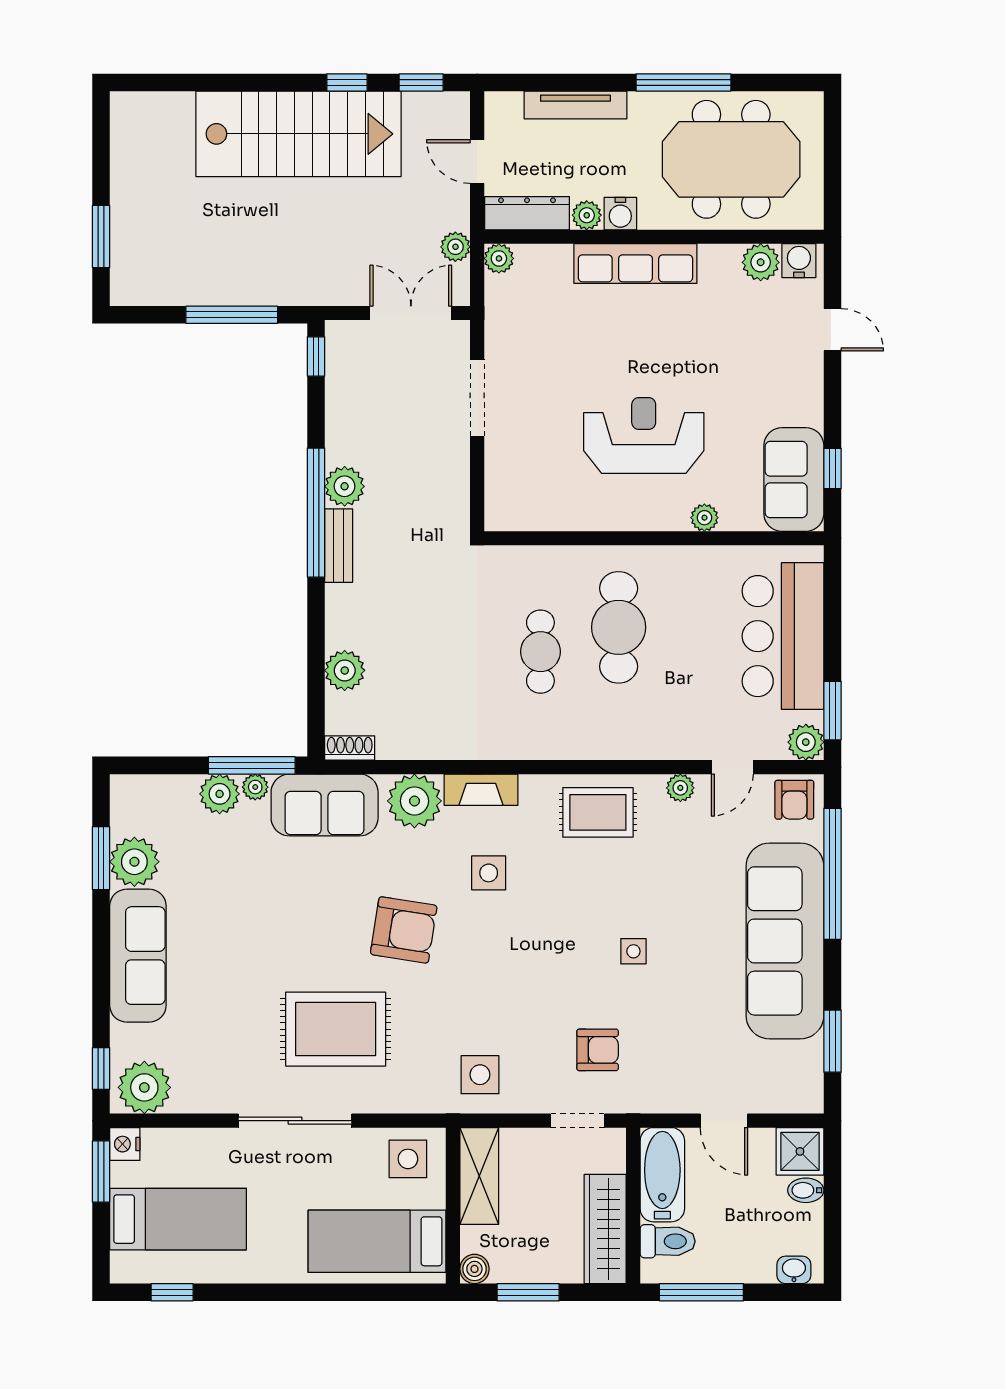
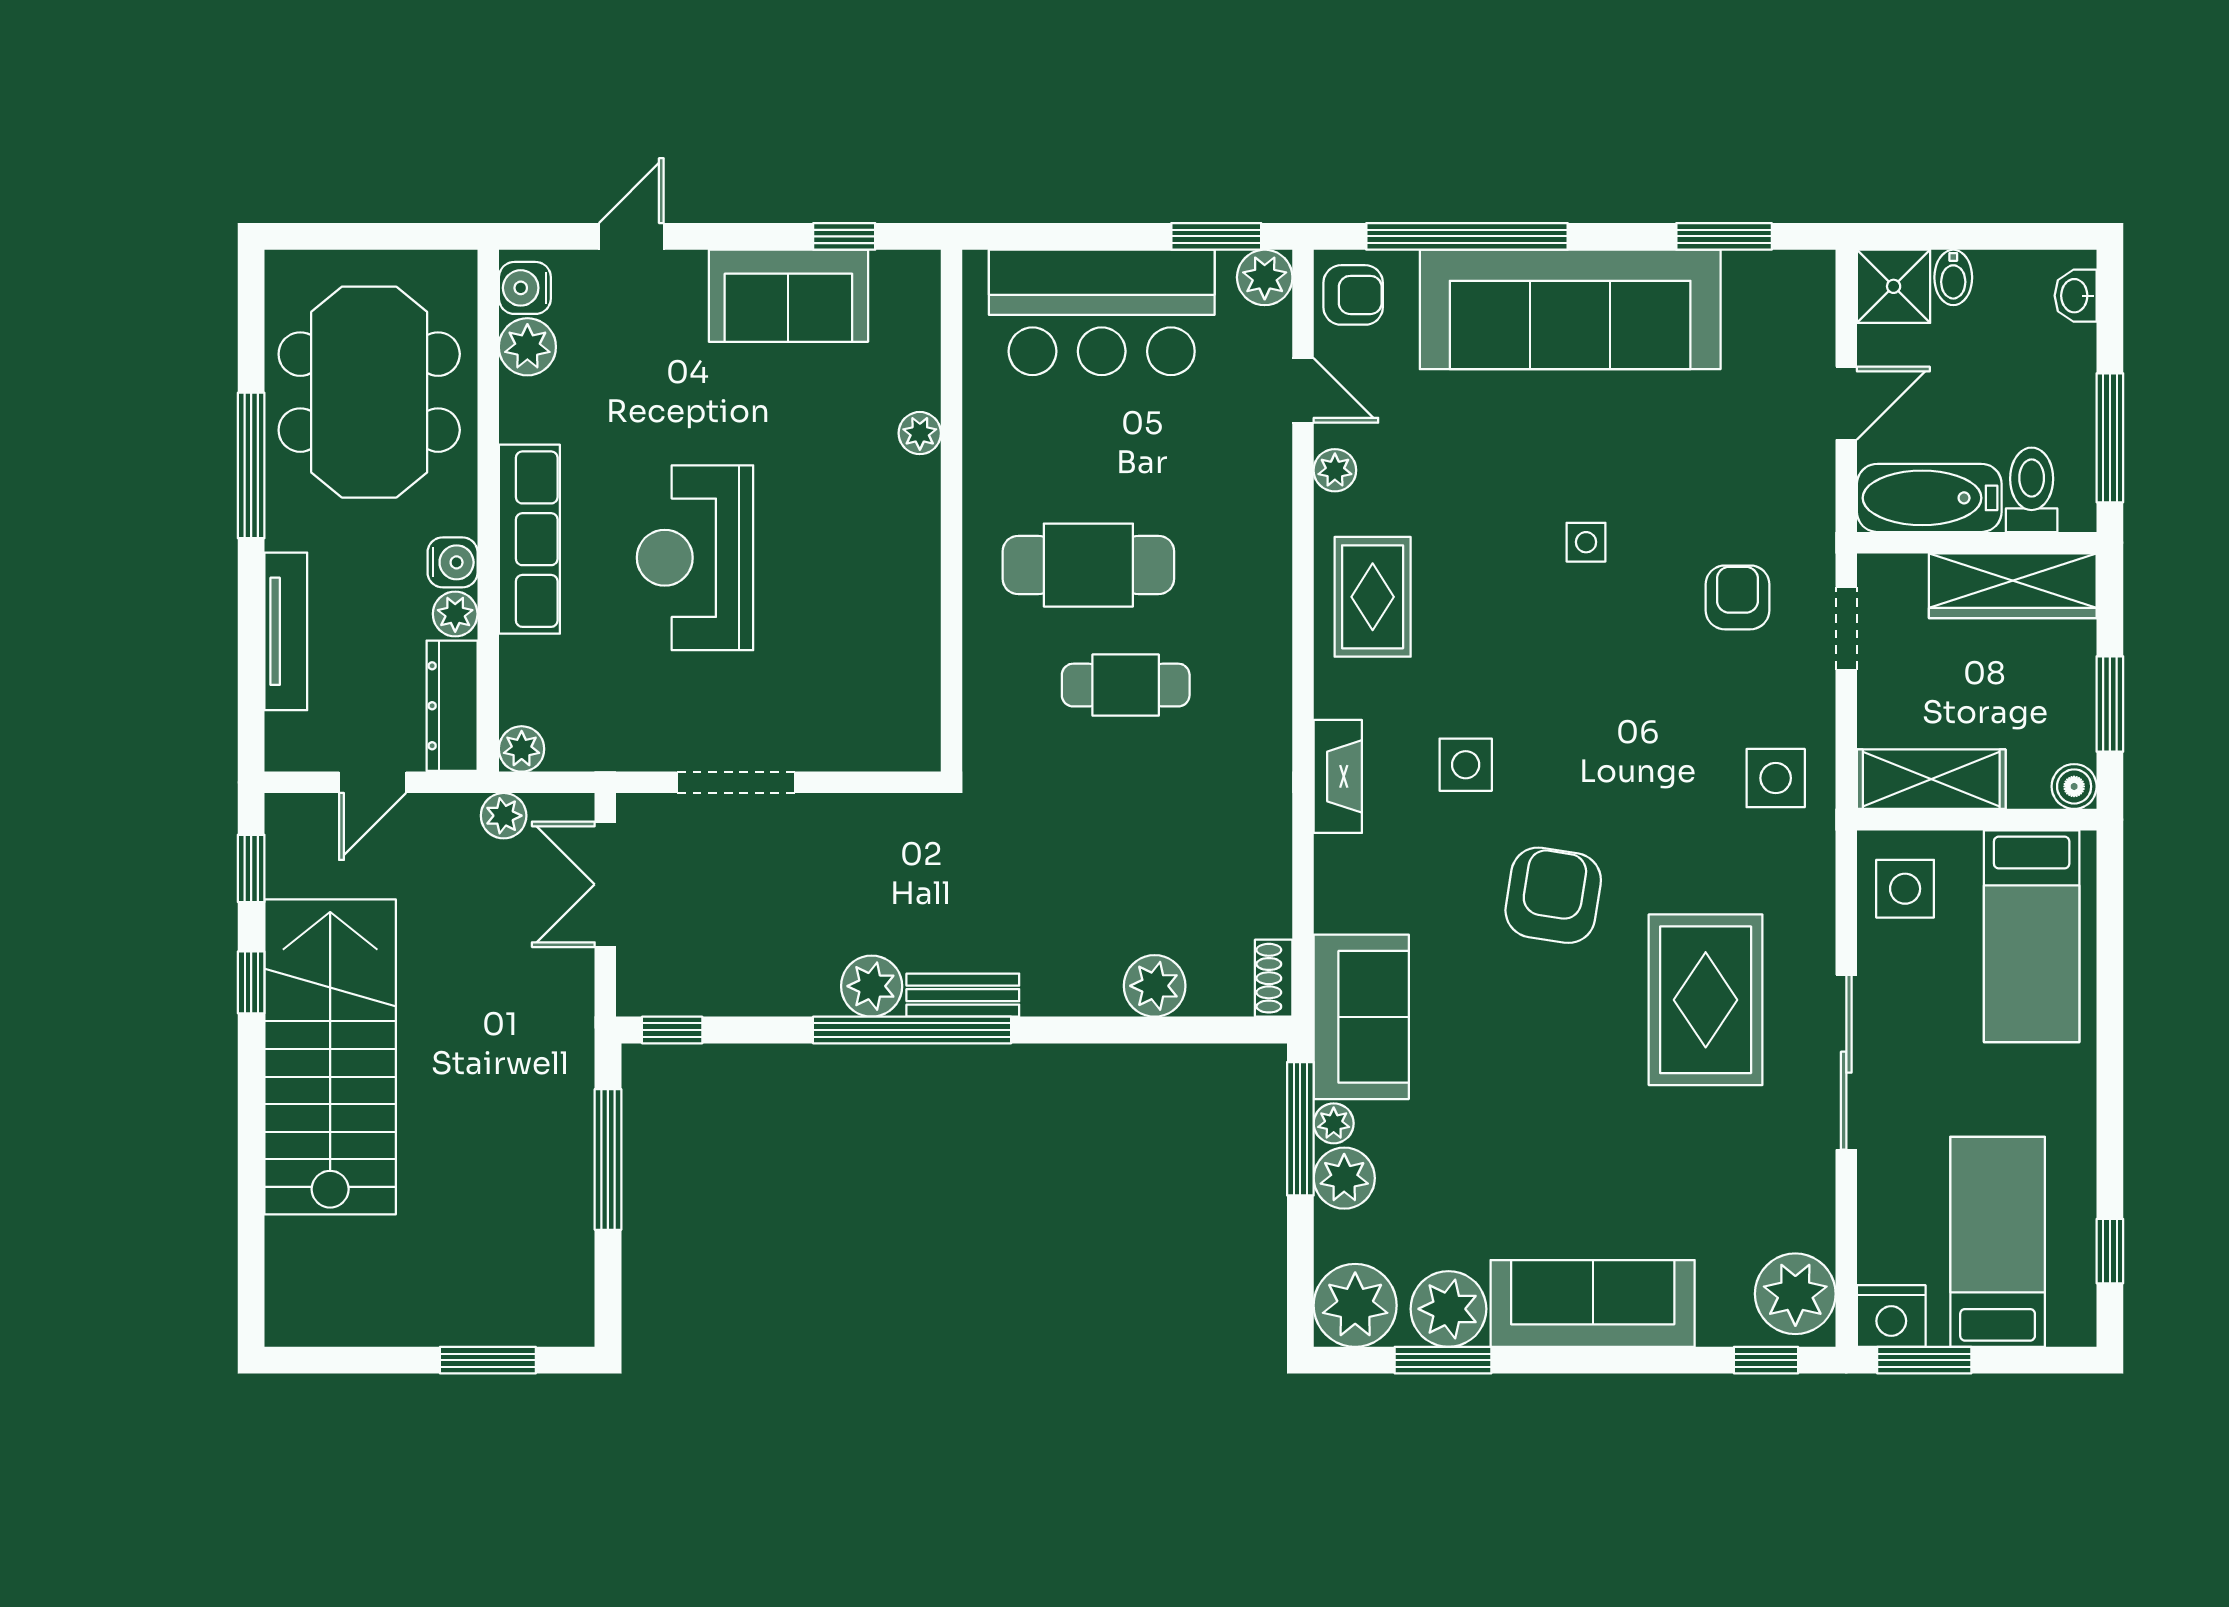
reception desk: (644, 435) -> (695, 558), moved
sofa: (794, 480) -> (788, 296), moved
plant: (414, 801) -> (1355, 1305), moved
nightstand: (125, 1144) -> (1891, 1316), width x1.36, depth x1.33

